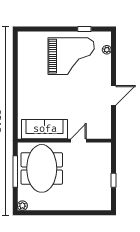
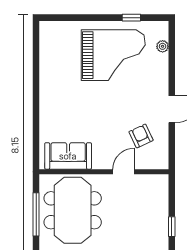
armchair: (91, 115) -> (141, 136), added
sofa: (45, 129) -> (68, 156), width x0.73

